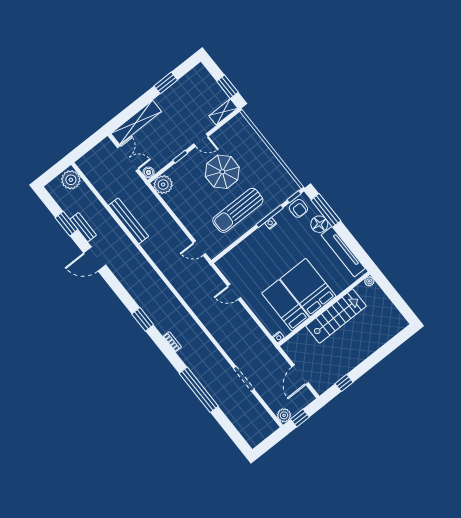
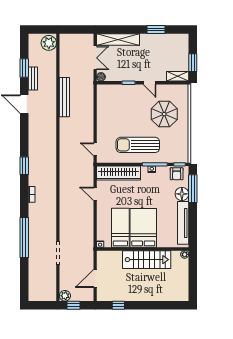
parasol: (222, 172) -> (164, 114), moved
plant: (163, 185) -> (104, 92), removed
wardrobe: (241, 253) -> (119, 173), added

